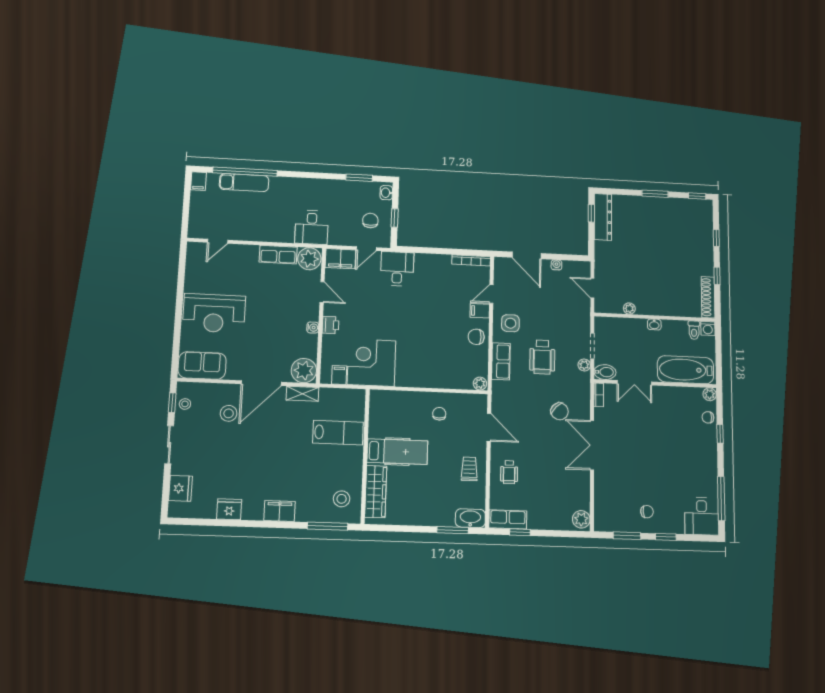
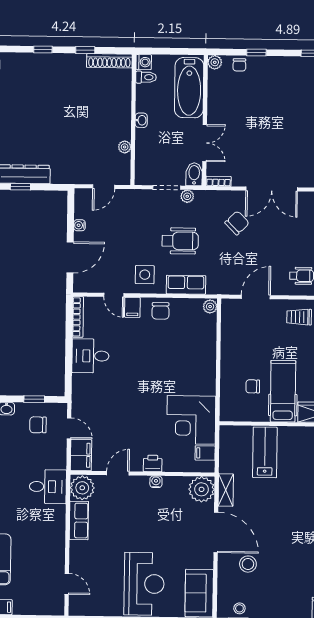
desk: (397, 269) -> (90, 356), moved
chair: (439, 414) -> (253, 386), moved

